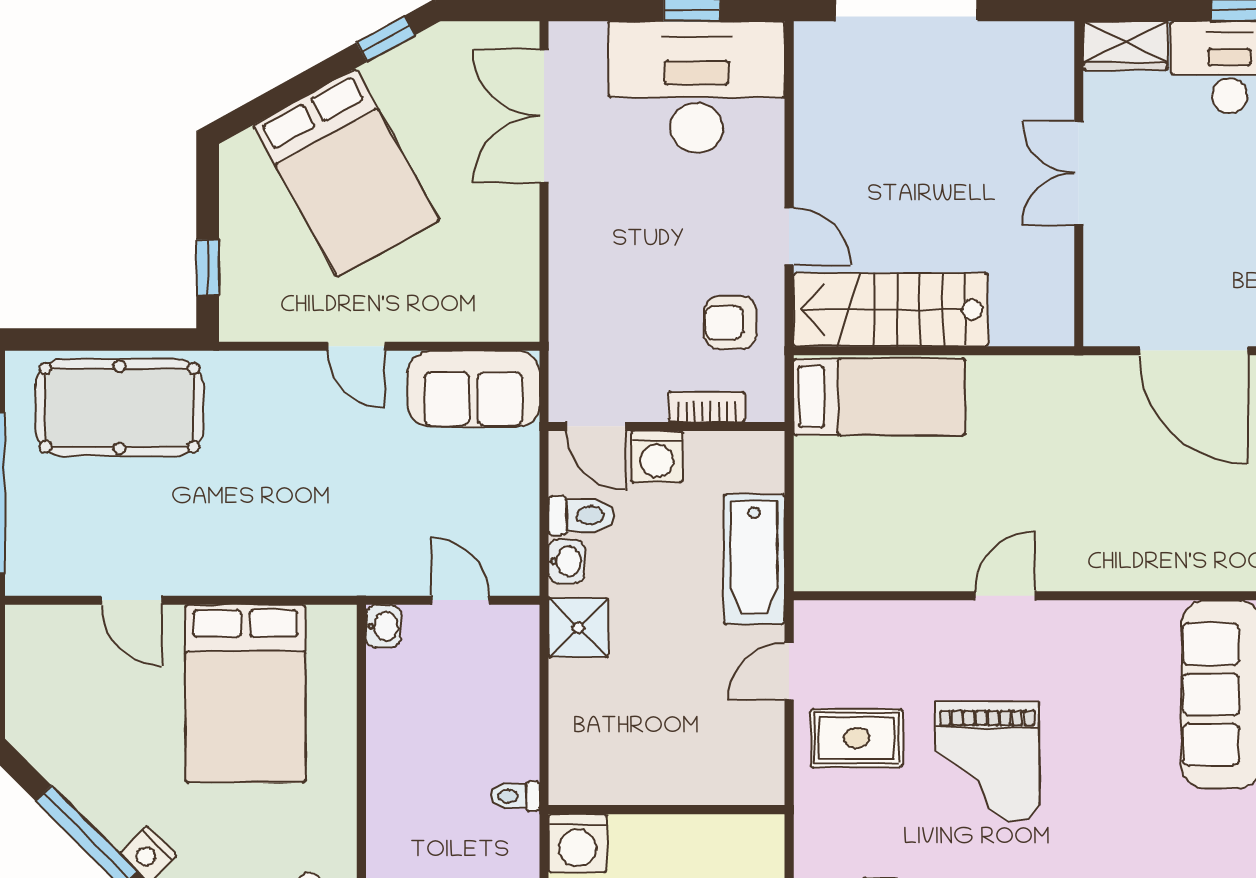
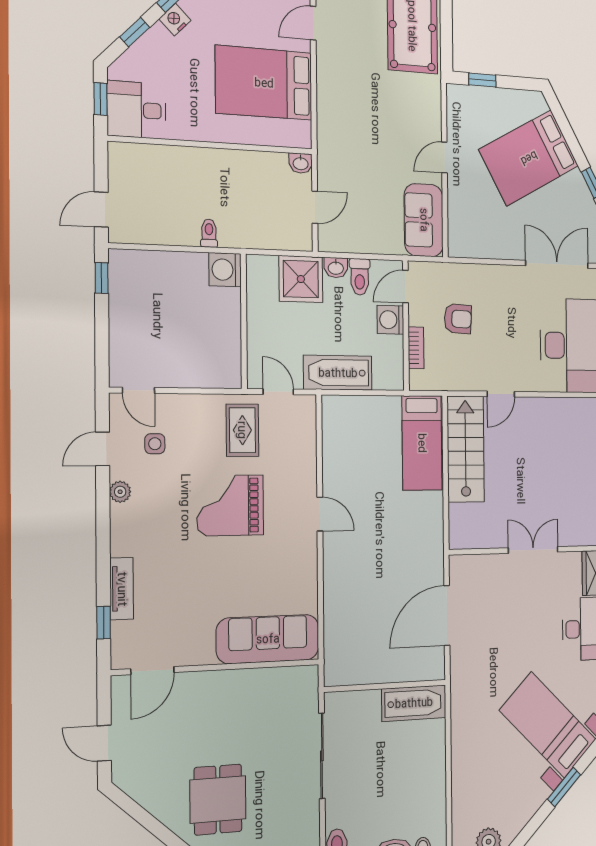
armchair: (730, 322) -> (458, 319), moved, turned 93
shower: (578, 628) -> (301, 279), width x1.36, depth x1.36
wall: (667, 810) -> (244, 321), moved
washing machine: (578, 843) -> (225, 270), moved

